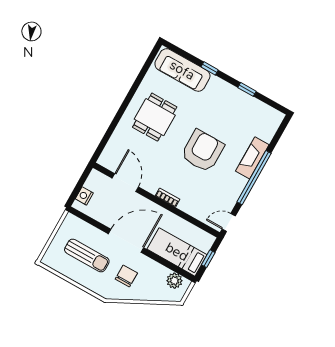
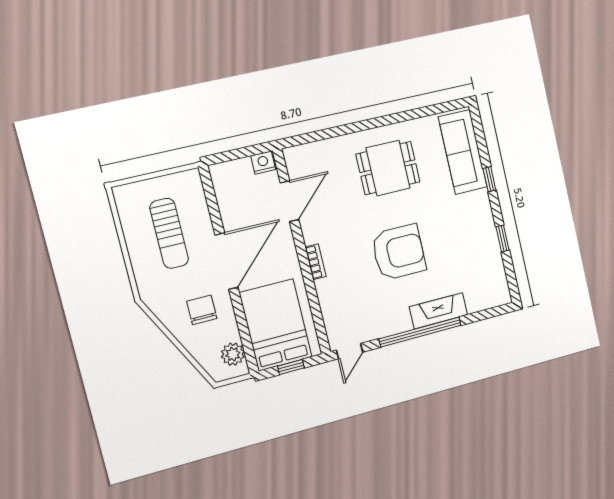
nightstand: (84, 196) -> (263, 163), moved
door: (229, 222) -> (349, 351), swing flipped
door: (126, 241) -> (227, 261), hinge flipped
bed: (177, 252) -> (276, 325), width x1.50
chair: (126, 276) -> (202, 310), moved, turned -90

